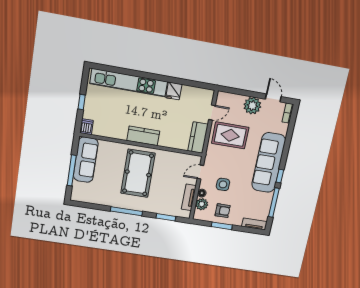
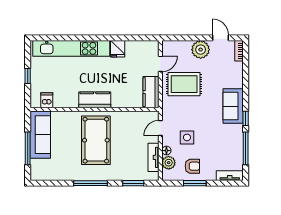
dishwasher: (86, 127) -> (47, 100), moved
sofa: (269, 163) -> (233, 106), width x0.54, depth x0.79

